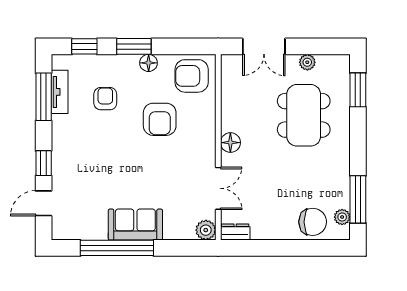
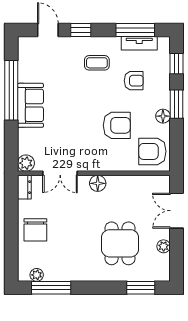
armchair: (192, 76) -> (152, 151), turned -90
dining table: (304, 115) -> (120, 243), width x0.73
armchair: (160, 119) -> (117, 125), turned 180
coffee table: (83, 144) -> (97, 63), added
chair: (313, 222) -> (35, 230), moved

